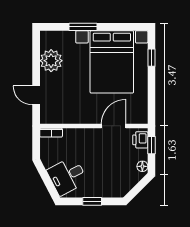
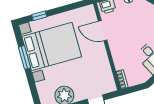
window: (83, 27) -> (24, 57), moved

